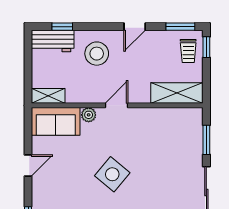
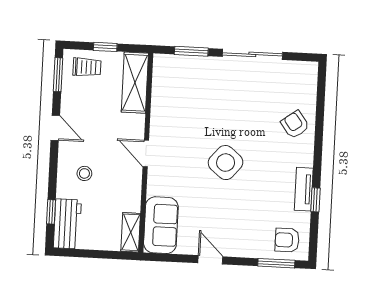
window: (206, 47) -> (105, 47), moved
stool: (97, 54) -> (84, 173), width x0.53, depth x0.53
plant: (89, 115) -> (155, 187), removed

